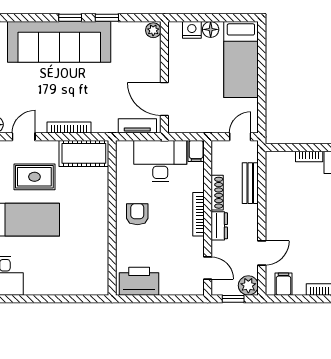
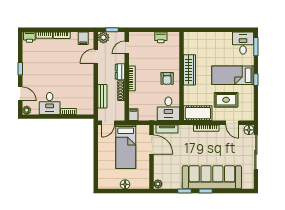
nightstand: (192, 30) -> (136, 184), removed
bed: (241, 60) -> (126, 147), moved, turned 180
door: (24, 137) -> (232, 123), hinge flipped
desk: (160, 161) -> (168, 109), moved, width x0.73
wardrobe: (98, 229) -> (189, 70), added
door: (208, 268) -> (127, 47), hinge flipped
printer: (139, 281) -> (161, 37), width x0.53, depth x0.68

